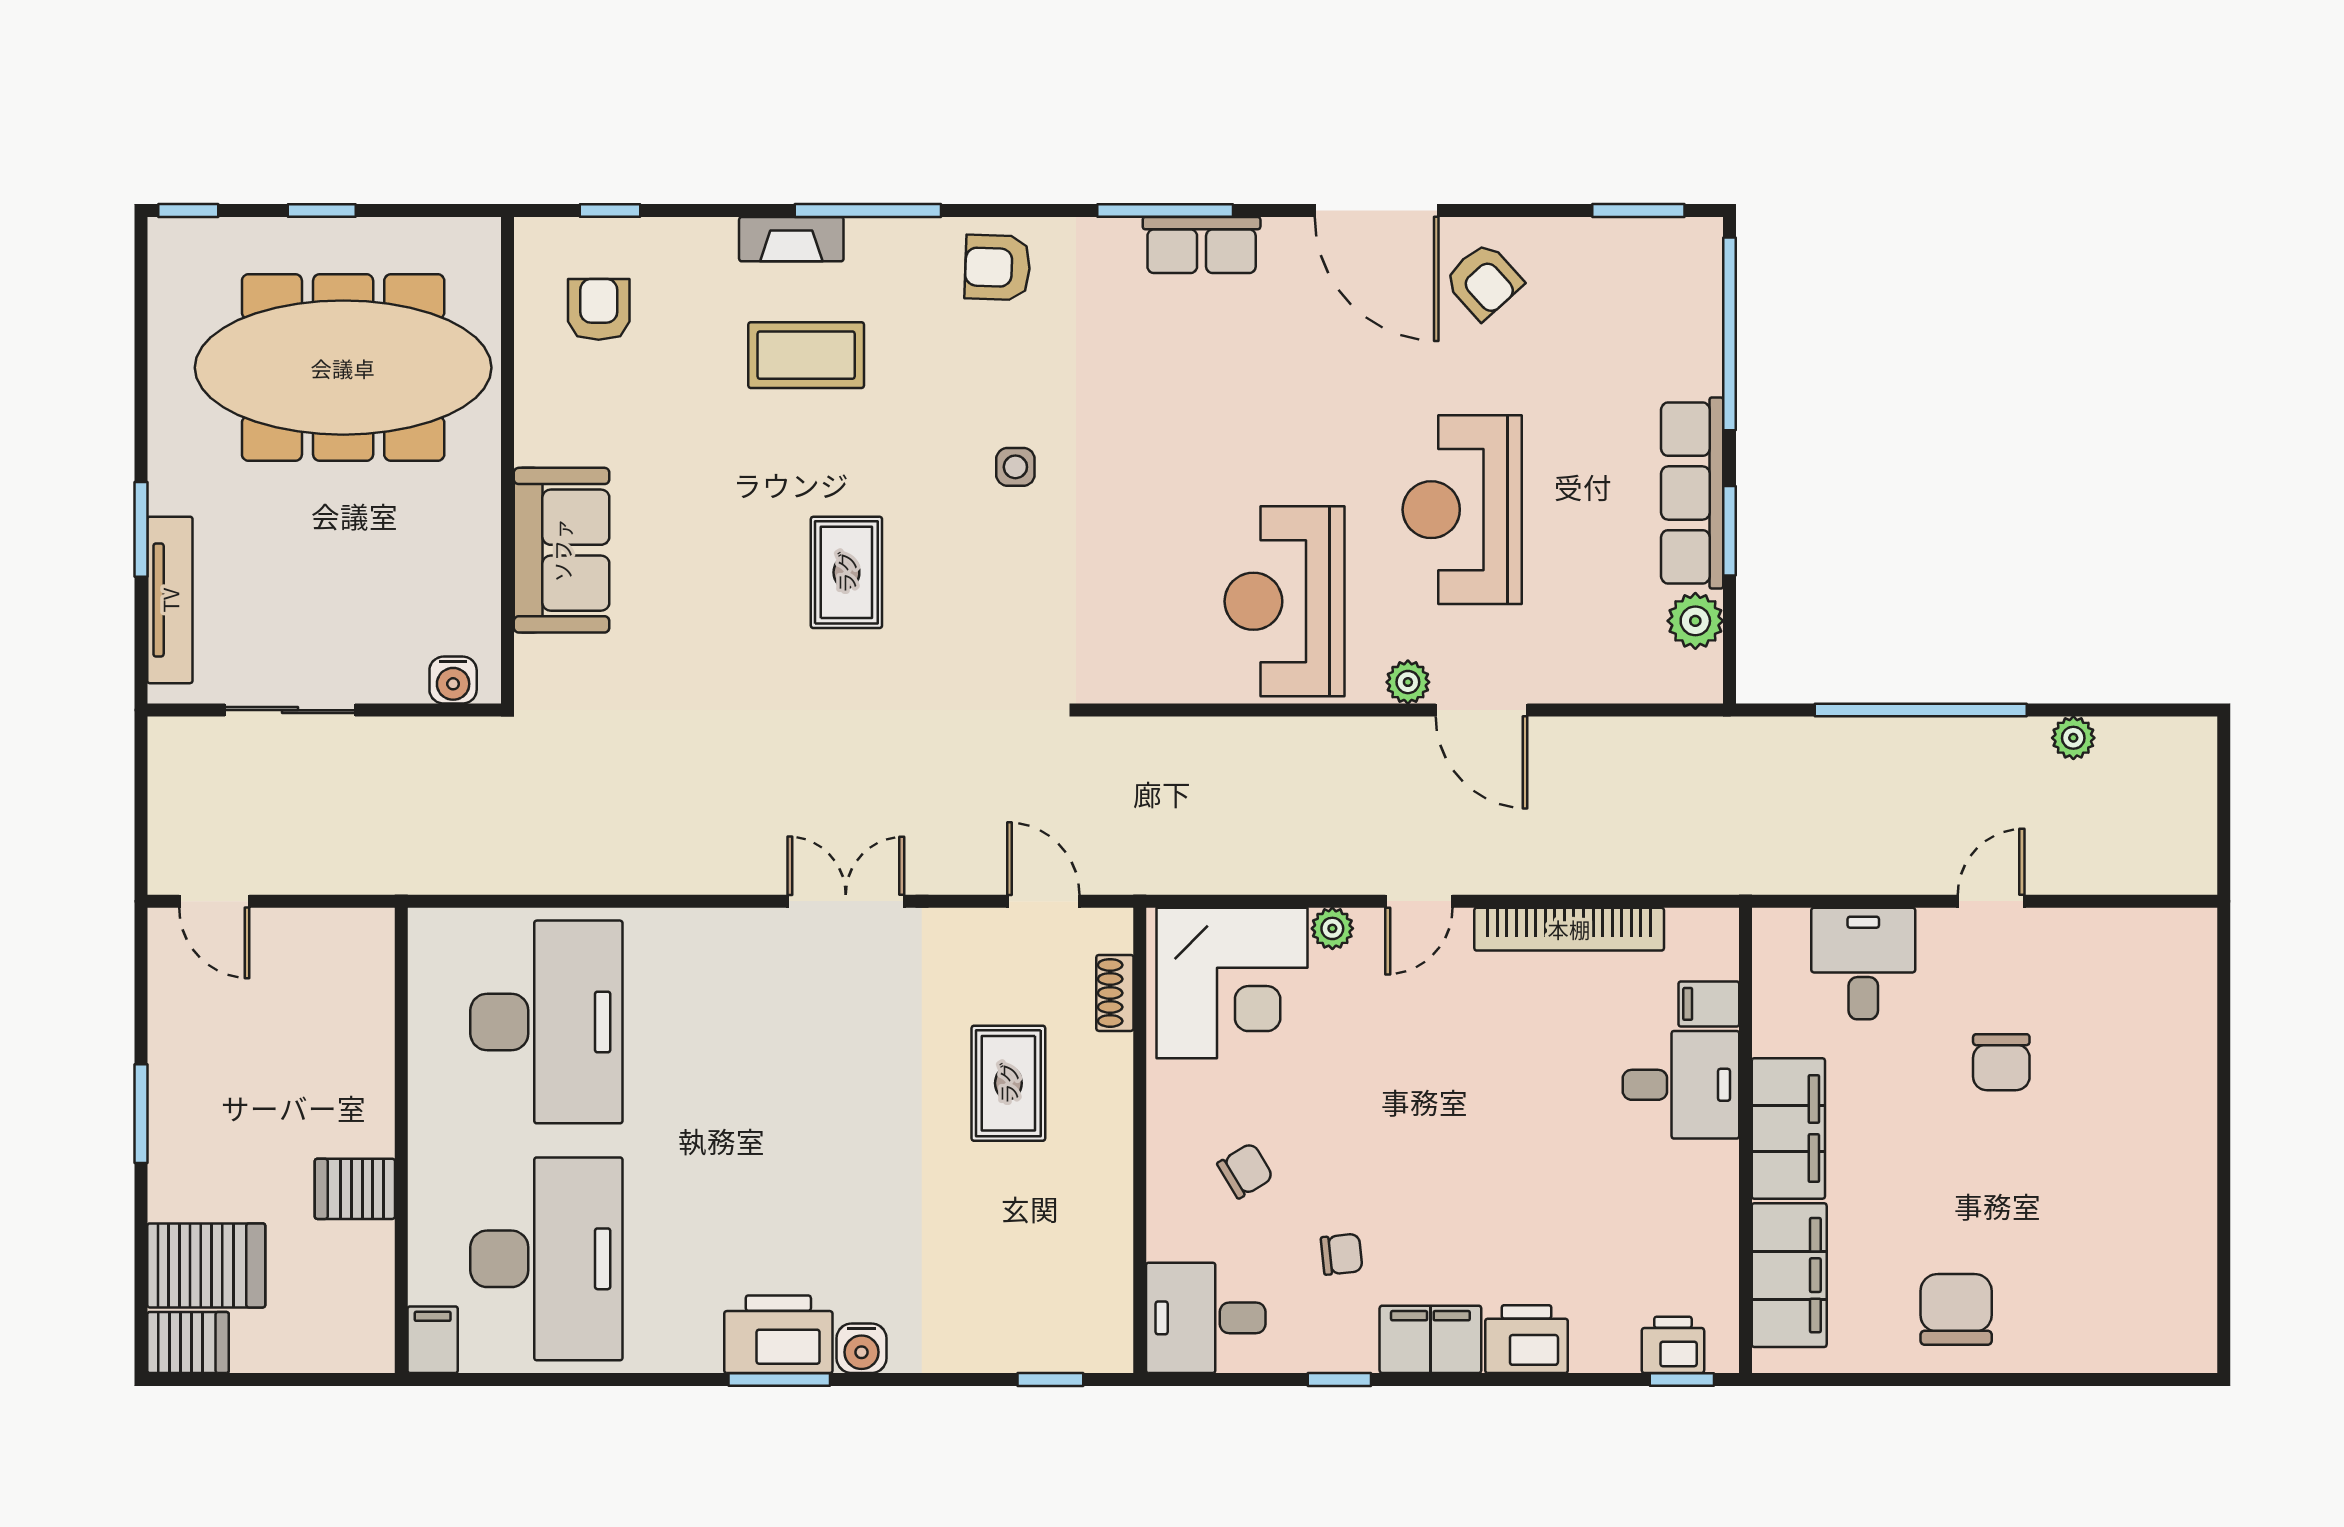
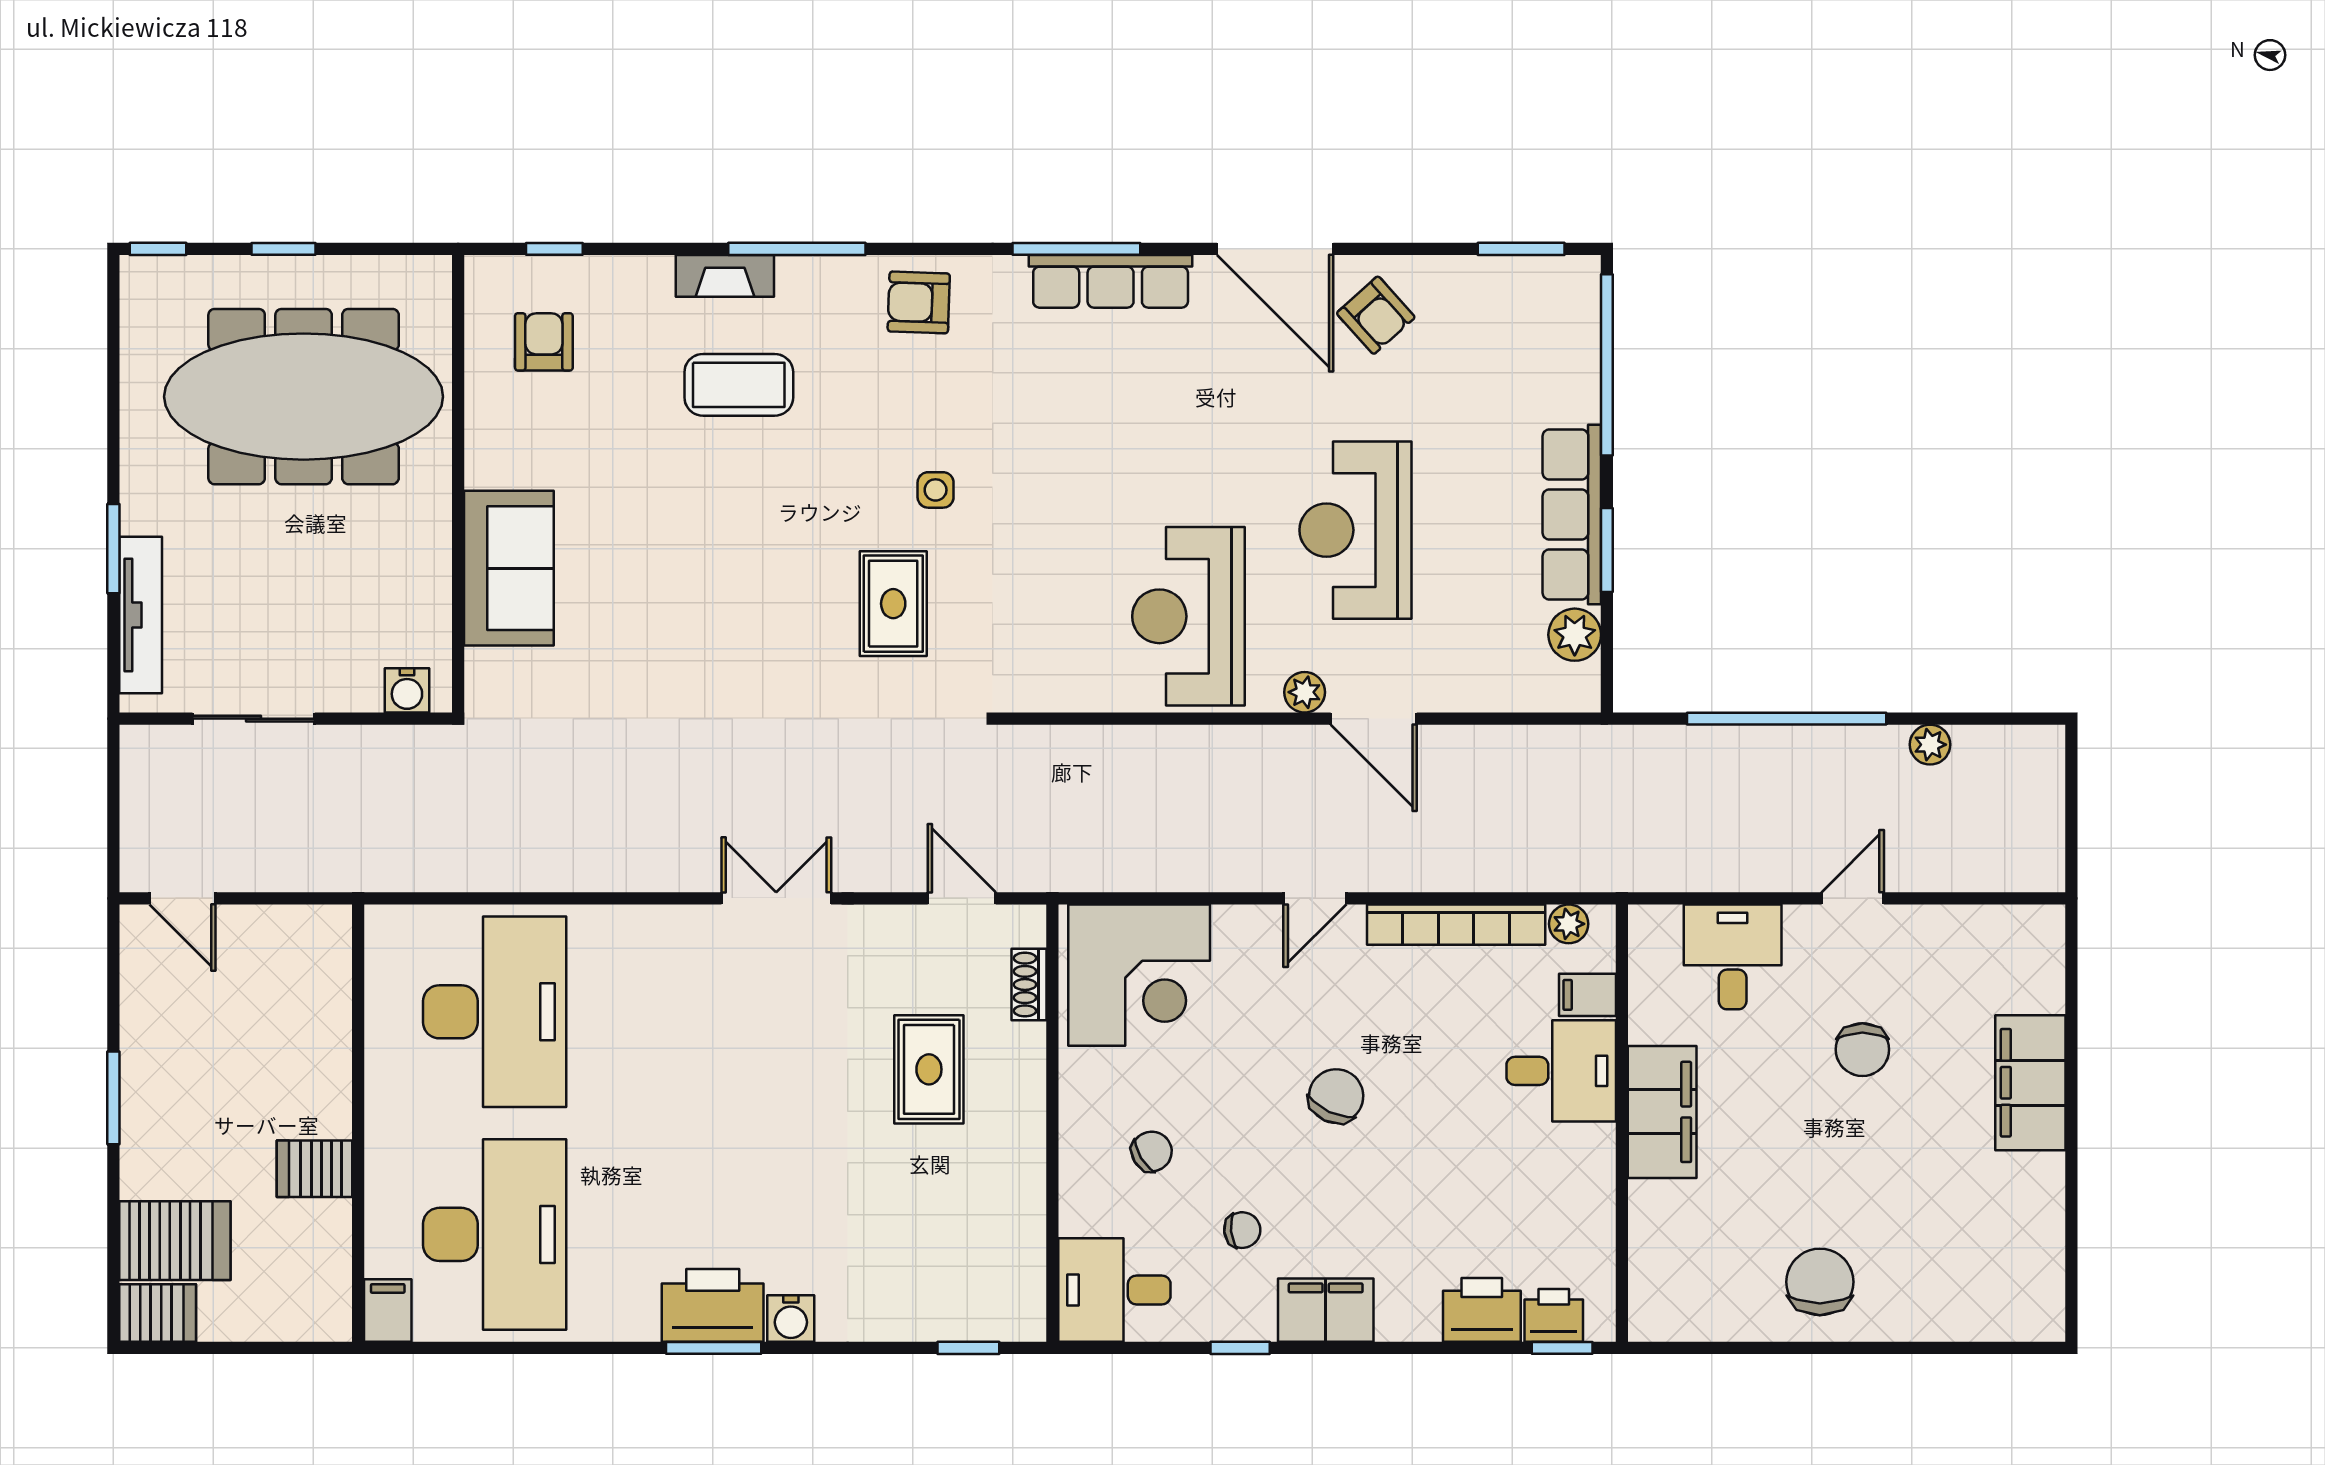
row of seats: (1202, 245) -> (1111, 281), width x1.48
rug: (846, 572) -> (893, 604), moved
plant: (1332, 928) -> (1569, 924), moved
chair: (1442, 1112) -> (1336, 1096), added
filing cabinet: (1789, 1275) -> (2030, 1083), moved, turned 180
printer: (1526, 1339) -> (1482, 1310), moved

